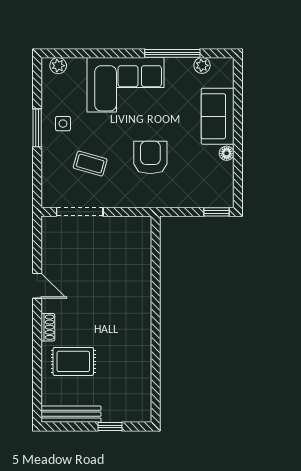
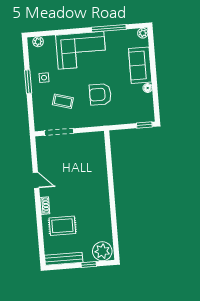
plant: (202, 65) -> (143, 33), moved
armchair: (150, 157) -> (100, 94), turned -90
plant: (134, 407) -> (102, 251), added

